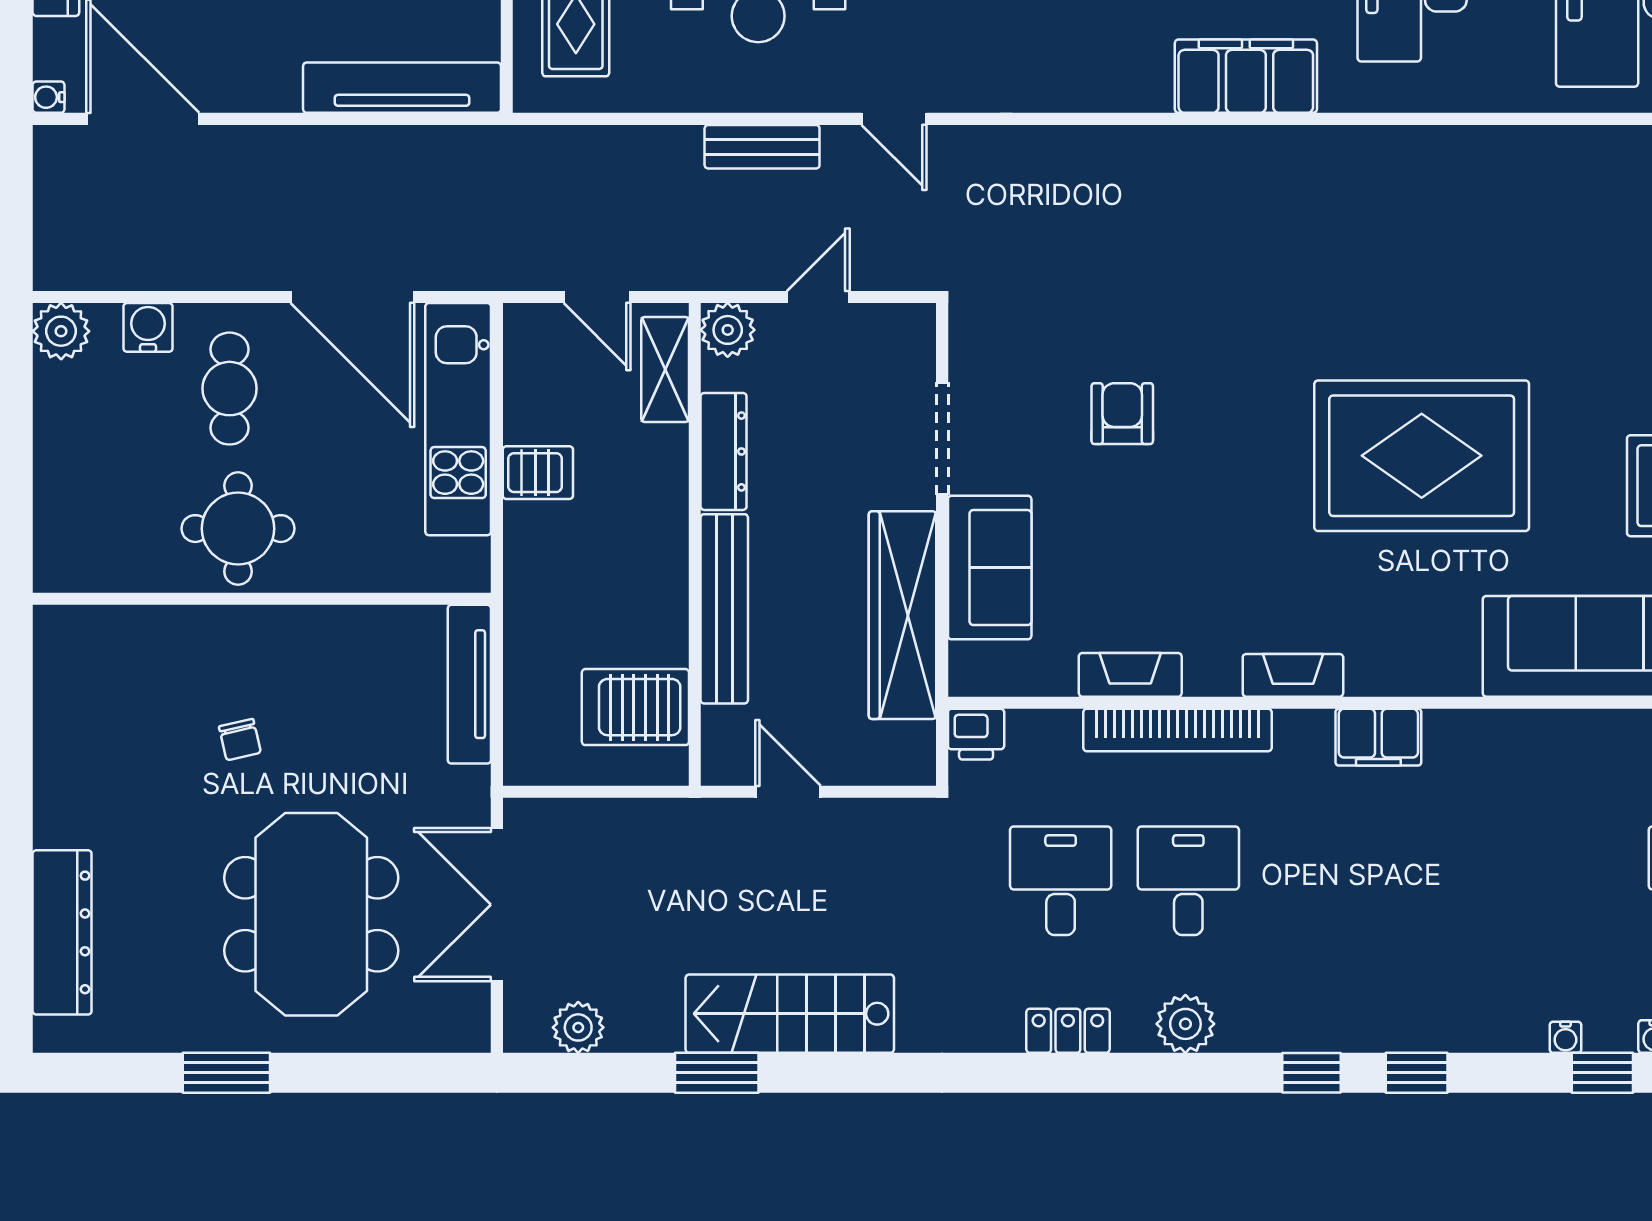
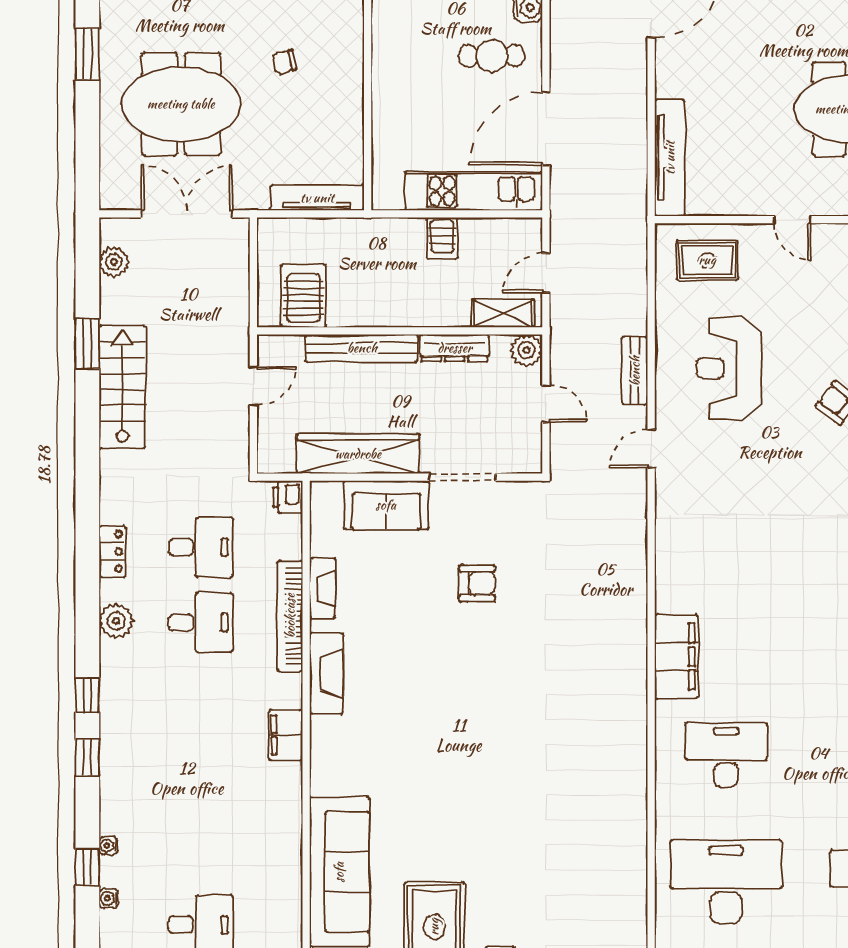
rug: (1422, 456) -> (452, 761), removed
round table: (238, 529) -> (409, 61), removed
fireplace: (1293, 675) -> (326, 673), width x1.37, depth x1.32

